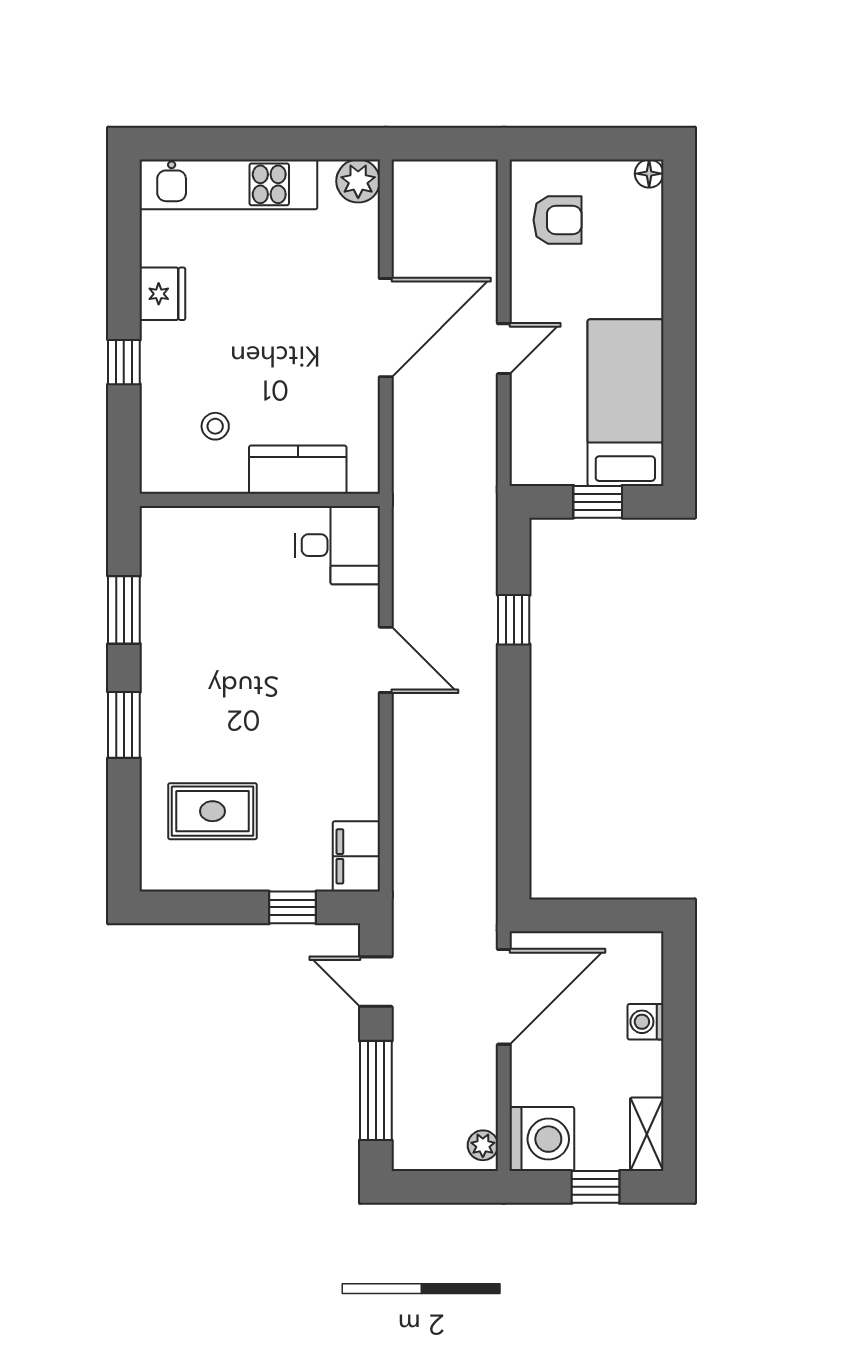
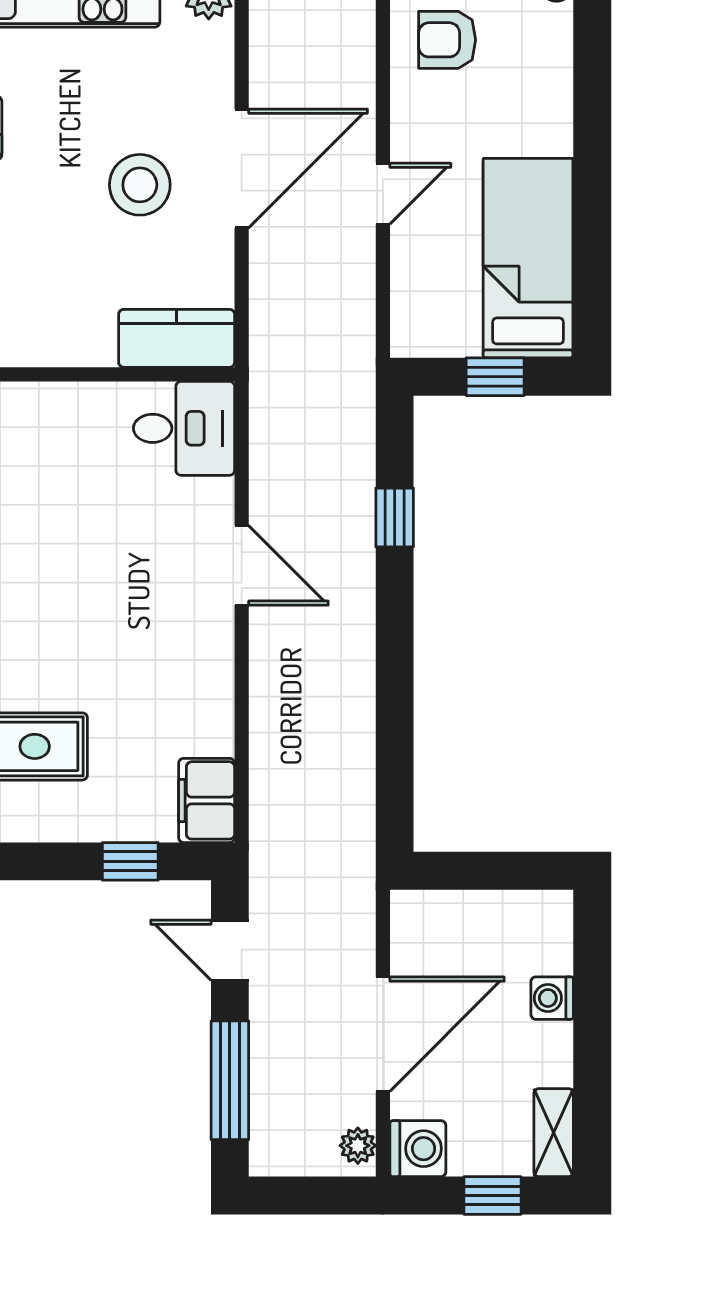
armchair: (558, 220) -> (447, 40), turned 180
stool: (215, 426) -> (140, 185), moved, width x1.89, depth x1.89
kitchen counter: (298, 470) -> (177, 338), moved
door: (504, 997) -> (383, 1034), moved
washing machine: (542, 1139) -> (418, 1149), width x0.73, depth x0.73

